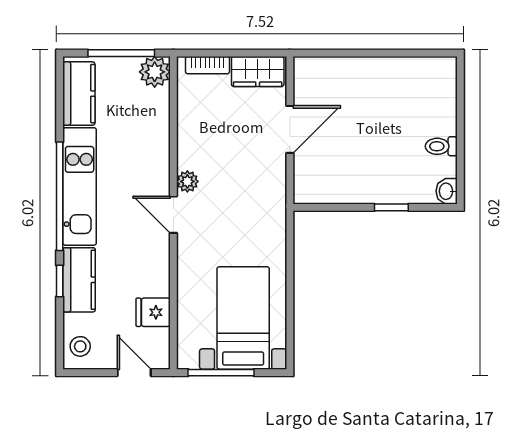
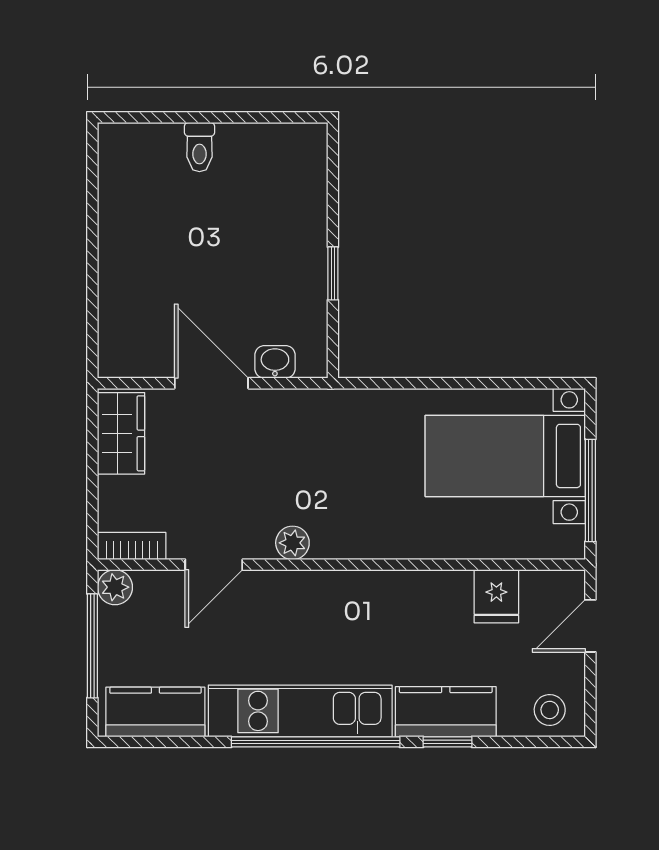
bookcase: (207, 65) -> (132, 546), moved, turned -90
plant: (155, 72) -> (115, 587), width x0.73, depth x0.73
toilet: (441, 146) -> (199, 147), moved
washbasin: (447, 191) -> (275, 362), moved, turned 180
window: (391, 207) -> (333, 273), moved
door: (173, 215) -> (214, 565), moved

